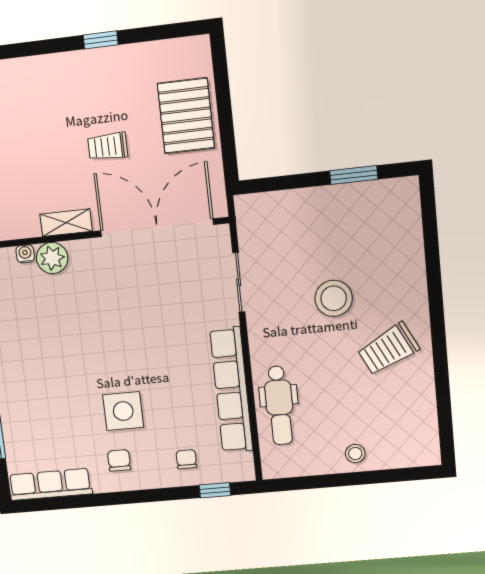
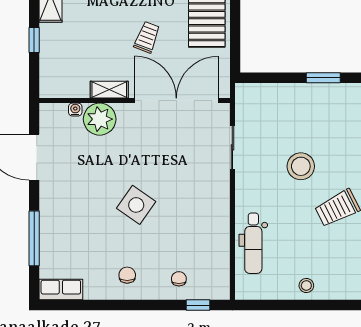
trolley: (108, 146) -> (147, 37), turned 111
plant: (52, 258) -> (100, 119), width x1.36, depth x1.36
row of seats: (231, 390) -> (219, 228), removed
side table: (123, 411) -> (136, 205), moved, turned 35
row of seats: (50, 484) -> (61, 290), width x0.68

